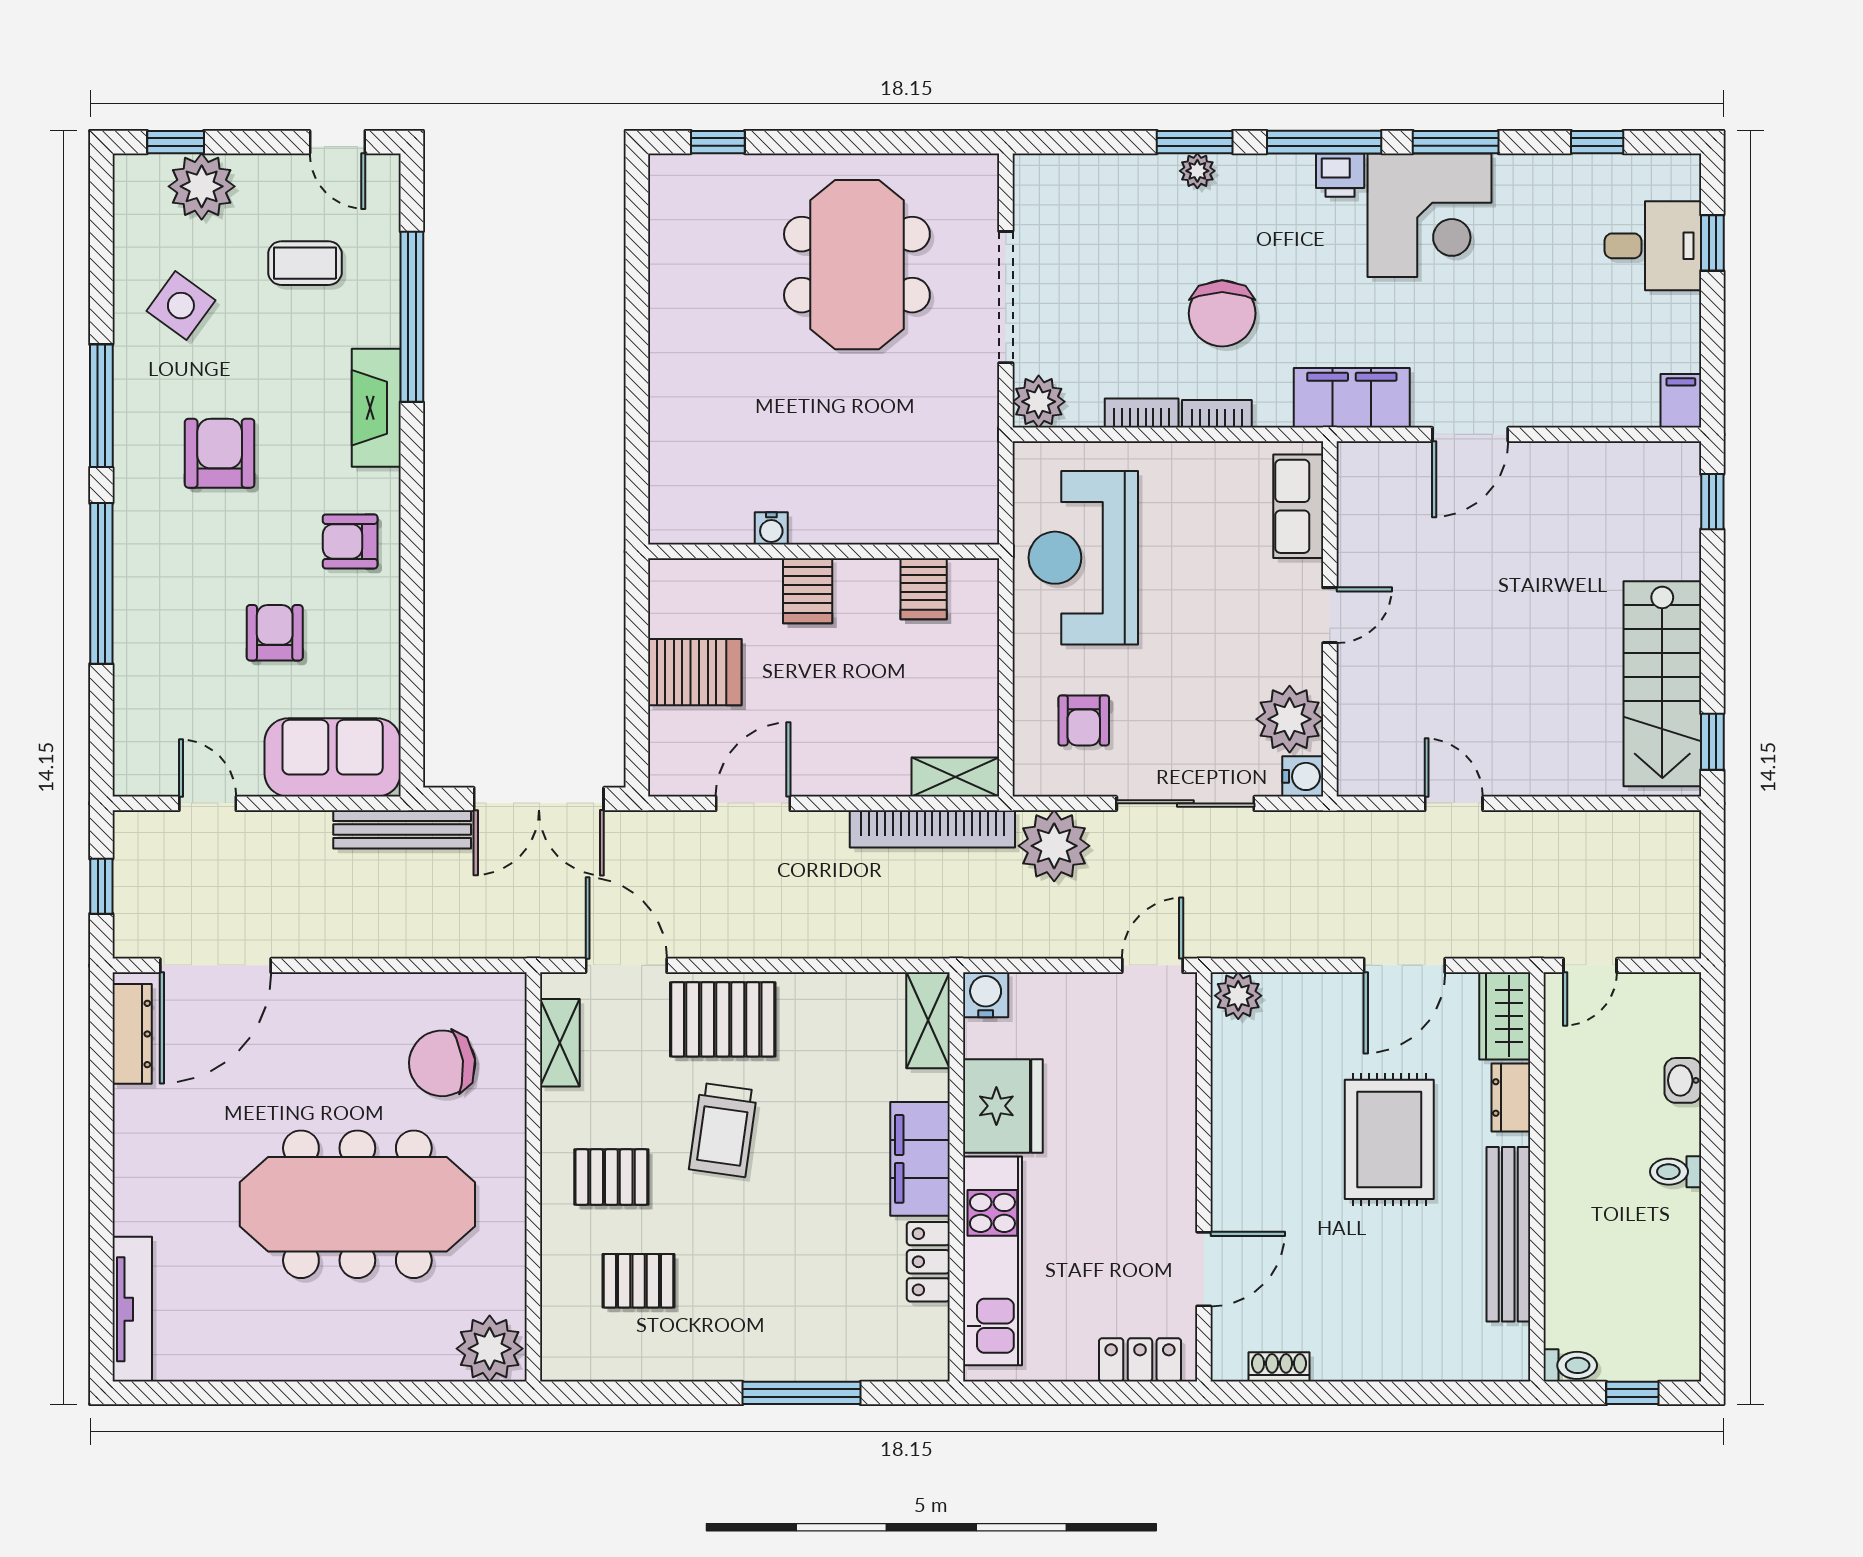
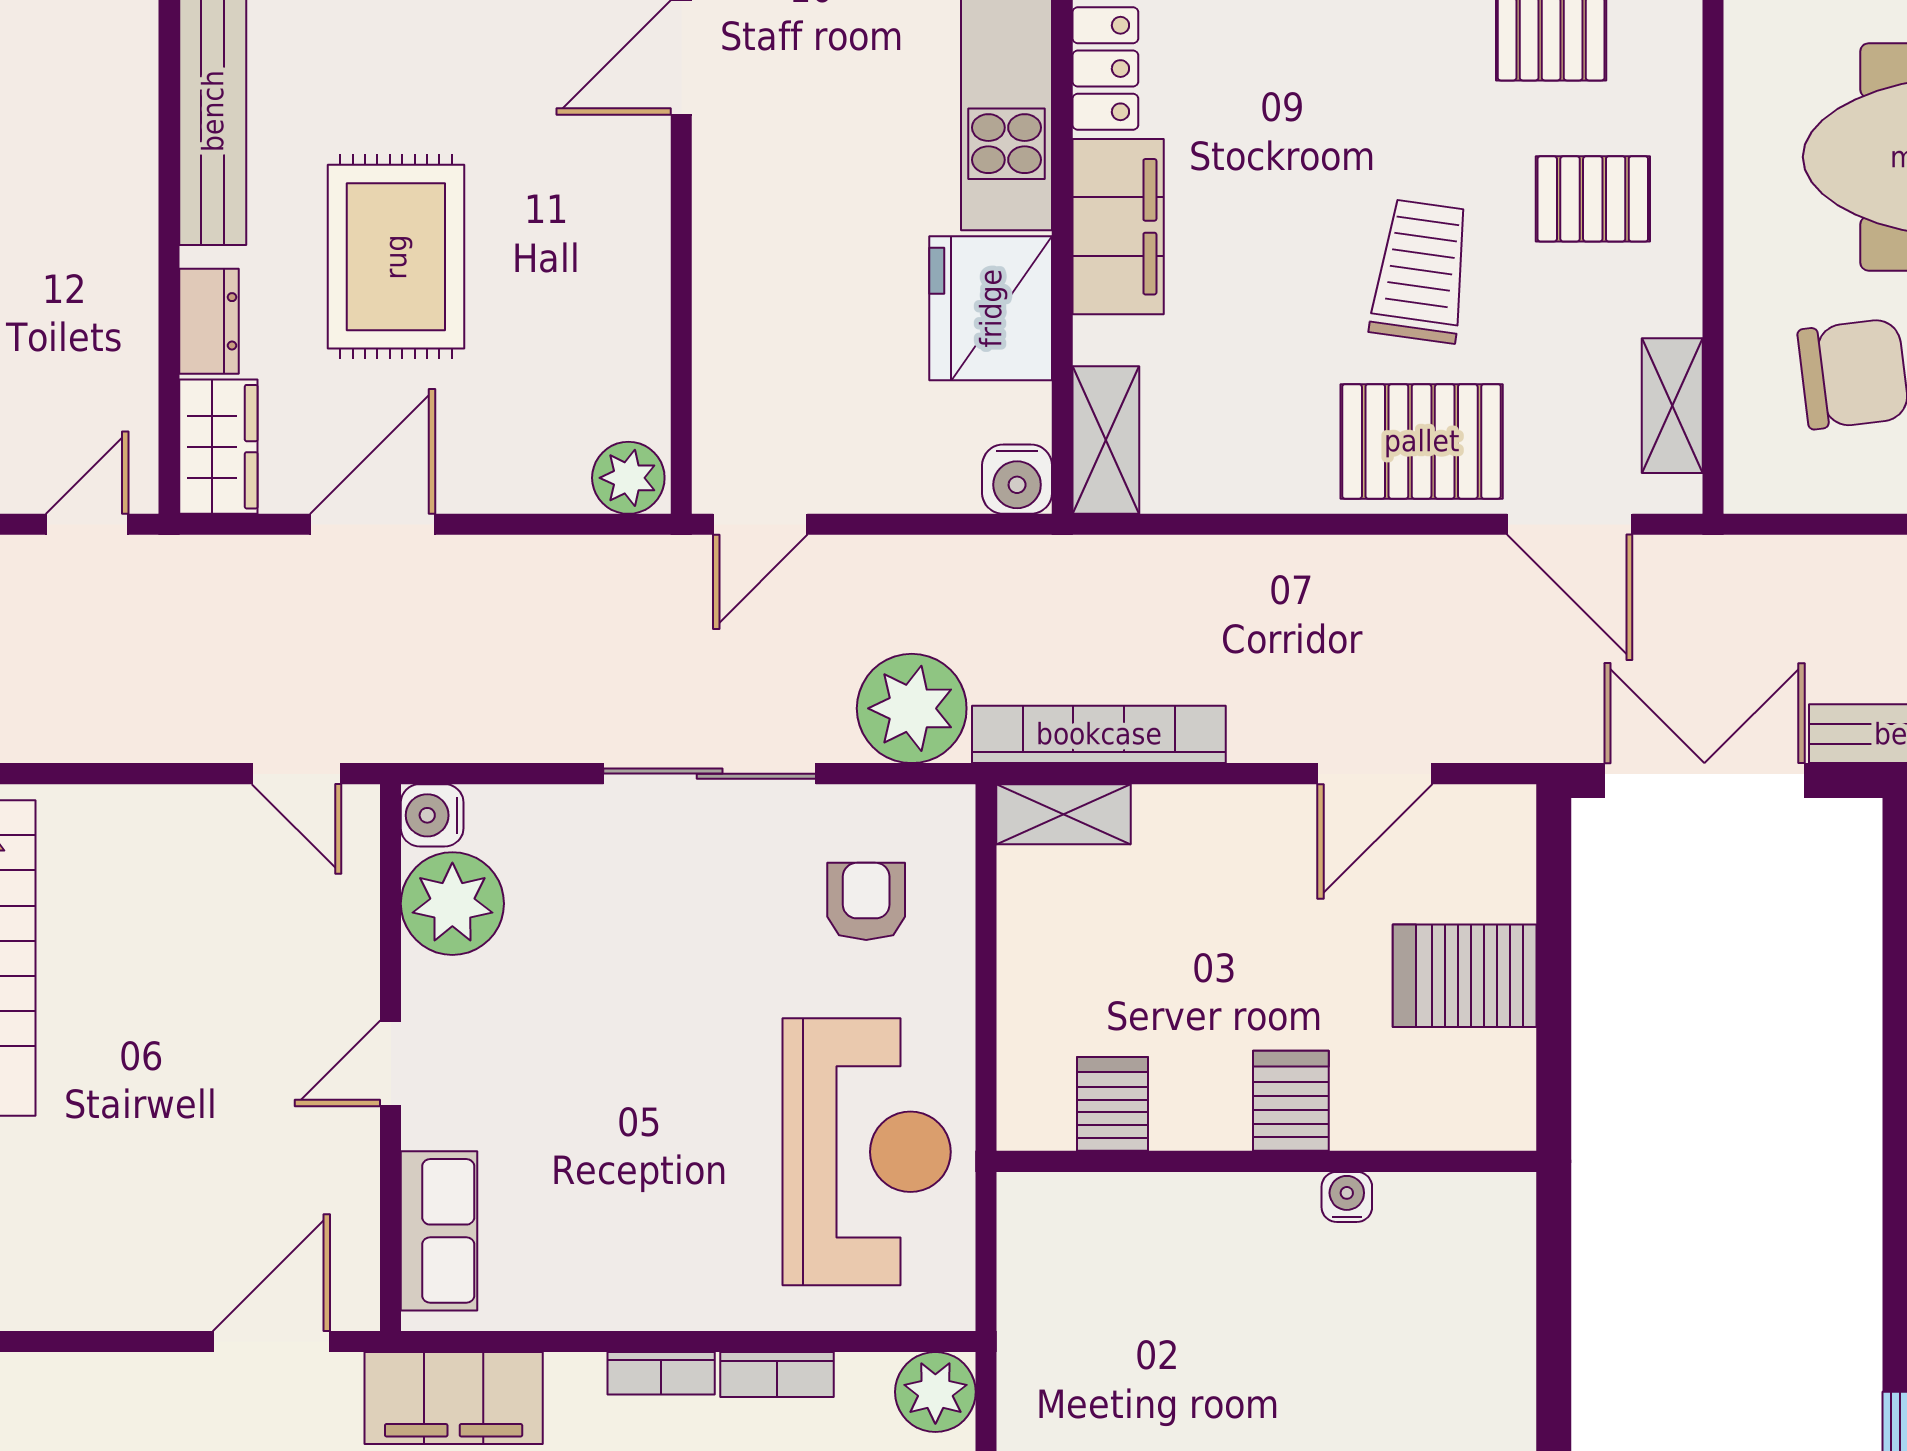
row of seats: (1298, 506) -> (439, 1231), moved
door: (1330, 615) -> (391, 1063), moved
wall: (1330, 619) -> (391, 1058), moved
plant: (1290, 719) -> (452, 904), moved
water cooler: (1303, 776) -> (432, 815), moved

